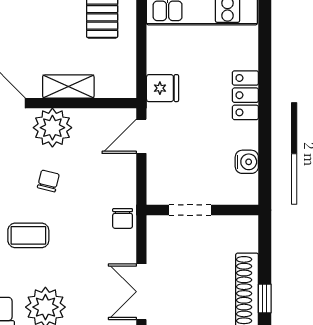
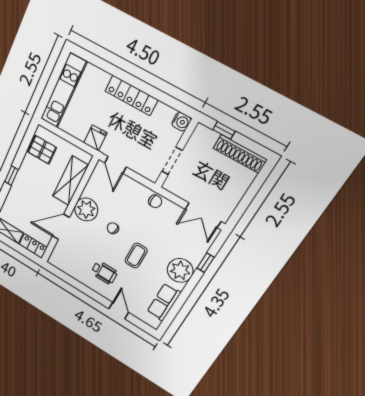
shelving: (68, 86) -> (70, 181), width x1.50, depth x1.33
locker: (245, 95) -> (131, 95), width x1.53
water cooler: (247, 162) -> (181, 122), moved, turned 90
window: (265, 299) -> (224, 130), moved

